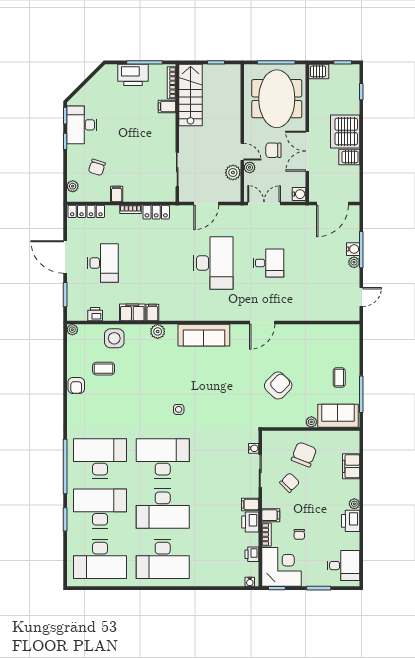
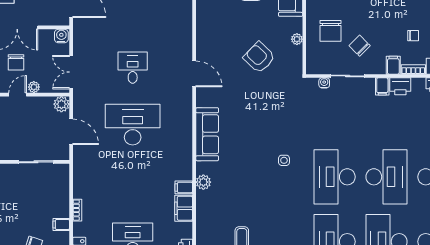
plant: (233, 173) -> (61, 104), moved
locker: (156, 212) -> (80, 184), removed
side table: (114, 338) -> (210, 227), removed
plant: (311, 422) -> (297, 39), moved
chair: (304, 454) -> (331, 31), turned -111

